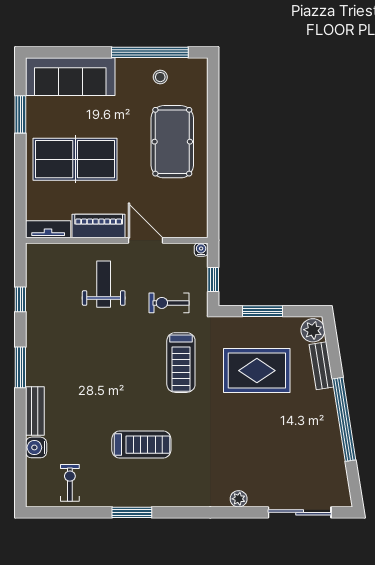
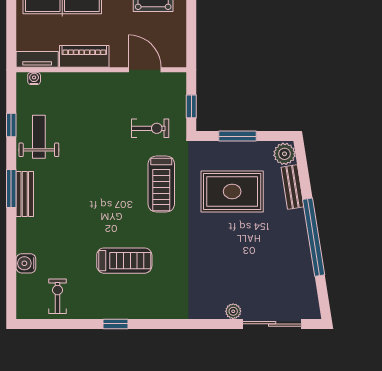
door: (145, 240) -> (145, 70), moved
water cooler: (201, 250) -> (34, 78), moved
weight bench: (104, 284) -> (39, 137), moved
exercise bike: (169, 303) -> (150, 128), turned 180
bench: (35, 411) -> (25, 194), moved
plant: (239, 499) -> (233, 311), moved
window: (132, 512) -> (115, 324), width x0.67

